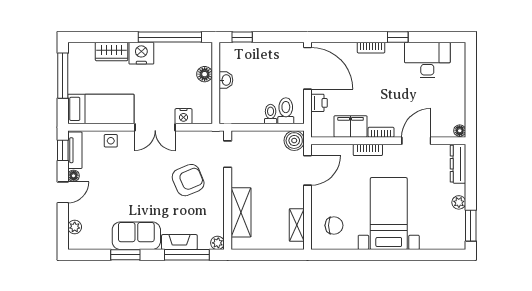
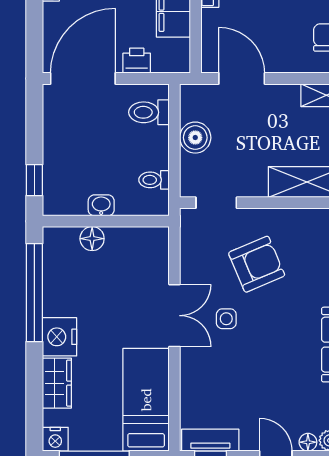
toilet: (271, 114) -> (154, 180), moved
nightstand: (183, 116) -> (55, 439), moved, turned 90
side table: (111, 141) -> (226, 319), moved
boiler: (294, 141) -> (195, 138), moved
floor lamp: (74, 176) -> (308, 442), moved
armchair: (188, 180) -> (257, 264), turned 90

